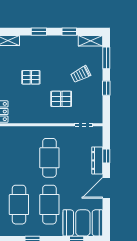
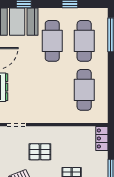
cafe table: (49, 158) -> (84, 90), moved

